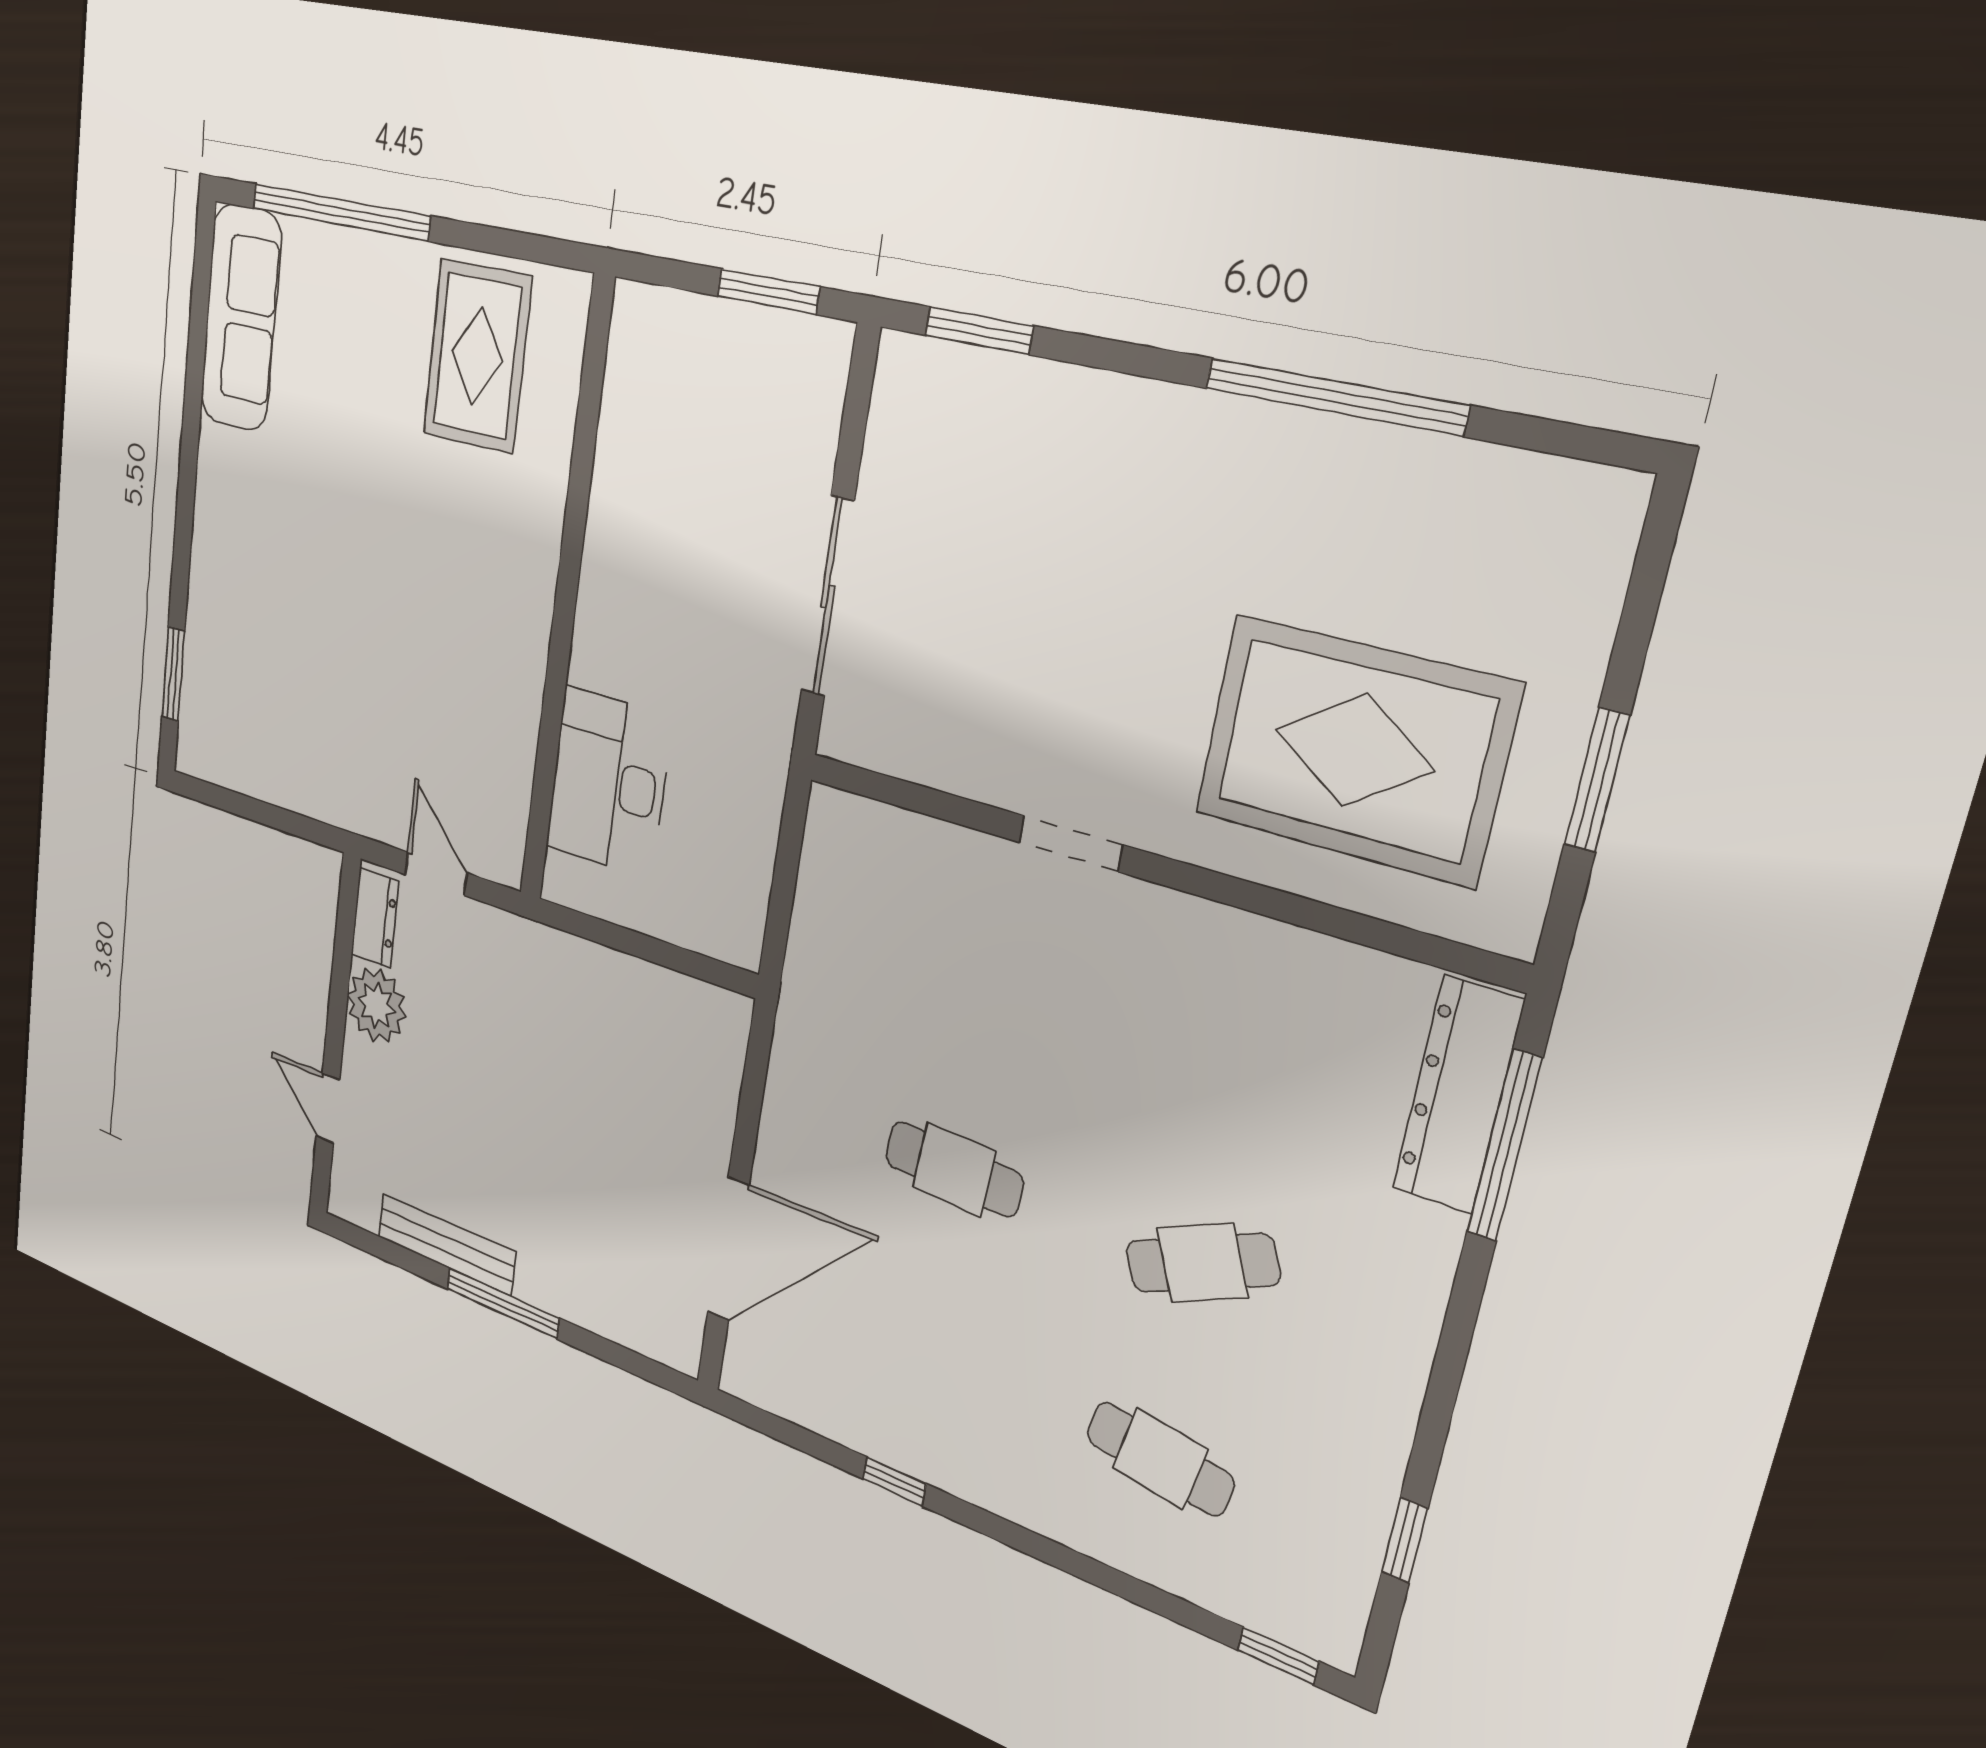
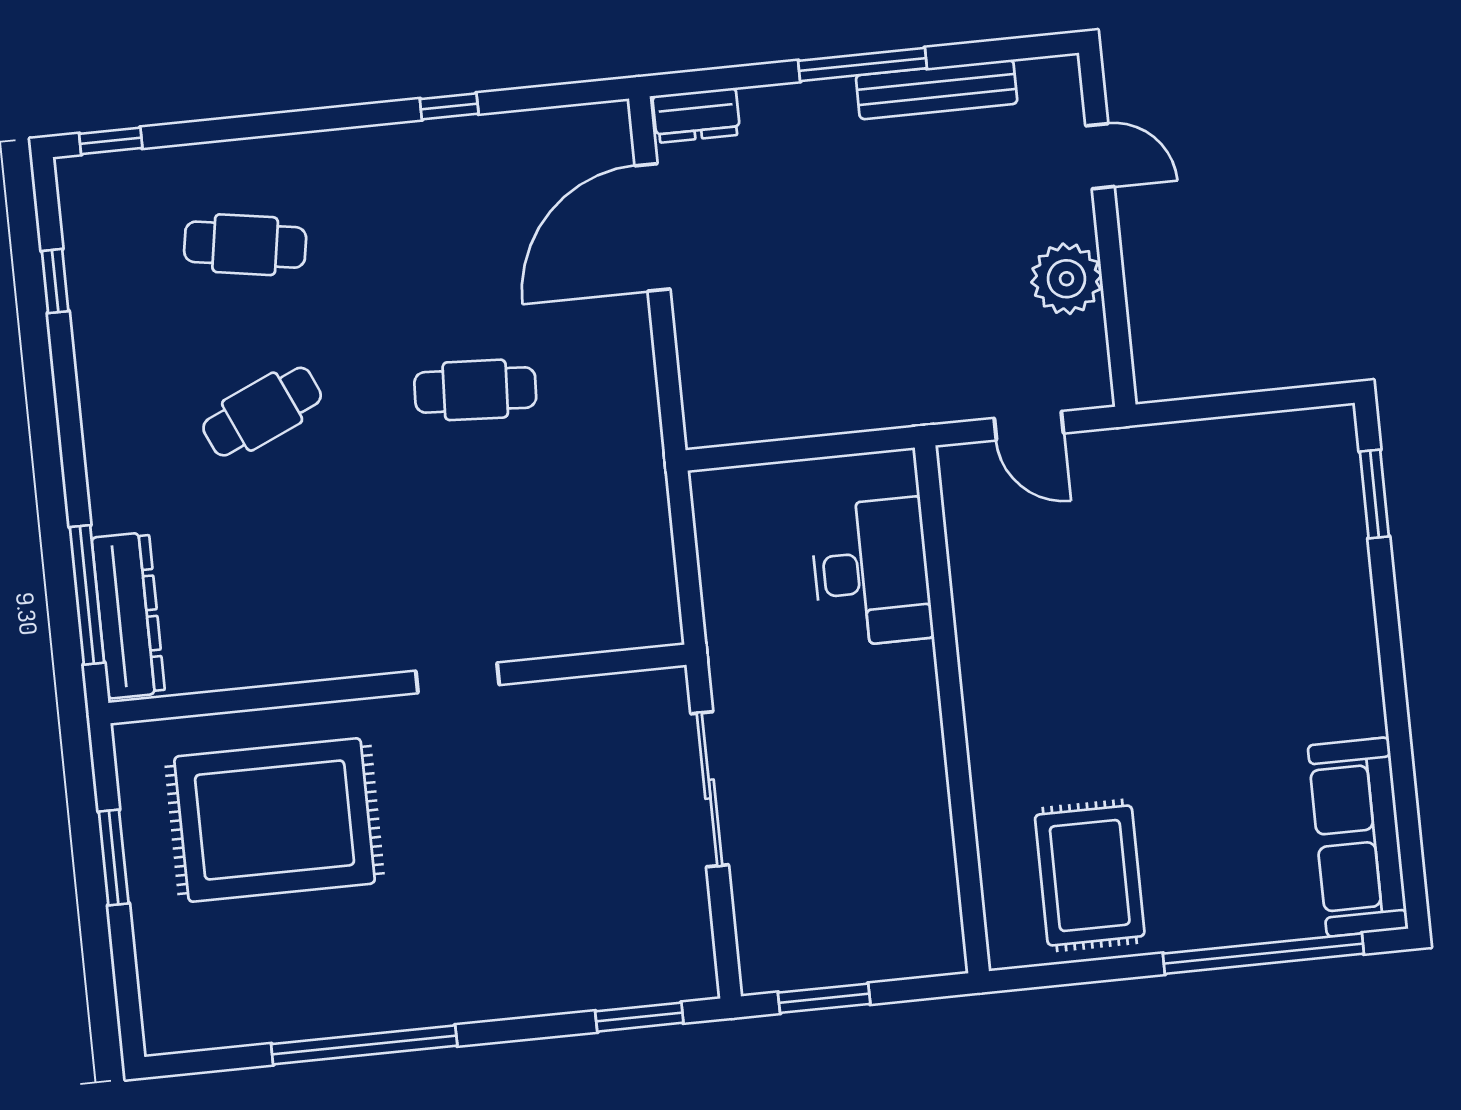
dresser: (375, 918) -> (696, 115), moved, turned -90

